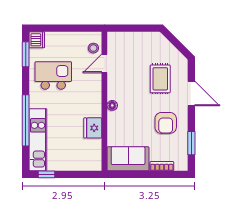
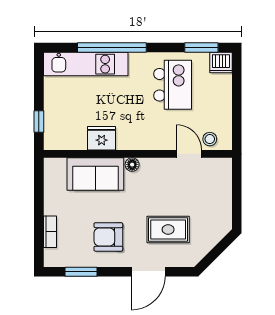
sofa: (128, 159) -> (95, 174), moved, turned 90
window: (46, 174) -> (39, 122), moved

